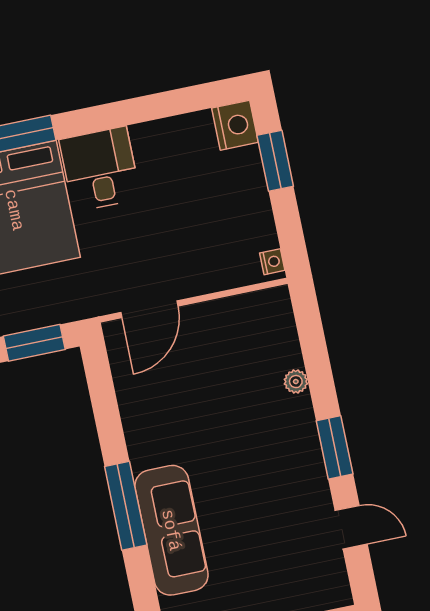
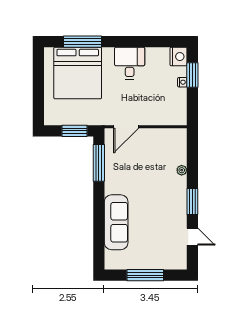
desk: (100, 169) -> (130, 63), moved
nightstand: (272, 262) -> (182, 82), moved
window: (126, 506) -> (99, 163), moved

